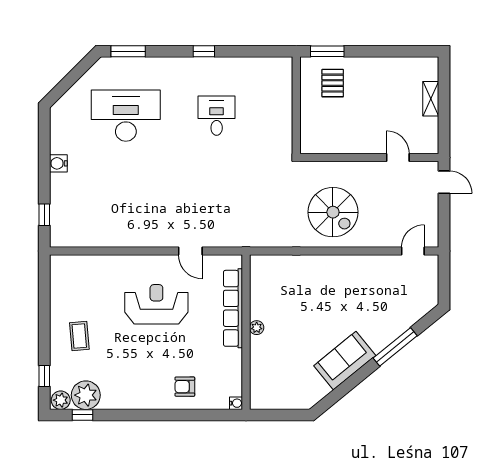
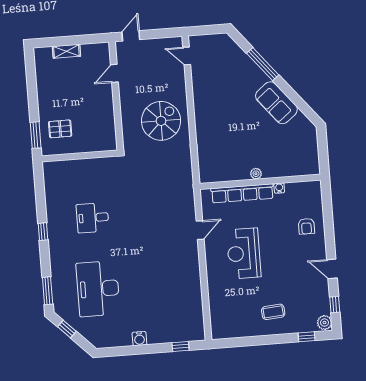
window: (78, 72) -> (67, 329), added
plant: (86, 395) -> (319, 303), removed
water cooler: (236, 403) -> (279, 188), moved
door: (128, 415) -> (332, 269), added

